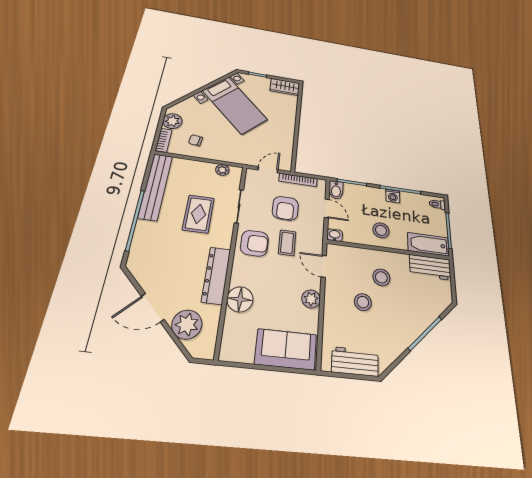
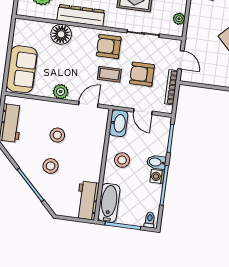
bidet: (336, 190) -> (156, 162), moved
door: (327, 208) -> (143, 112), hinge flipped
washbasin: (335, 235) -> (119, 123), width x1.91, depth x1.45
armchair: (254, 243) -> (109, 46), turned 90
stool: (381, 277) -> (51, 166), moved

